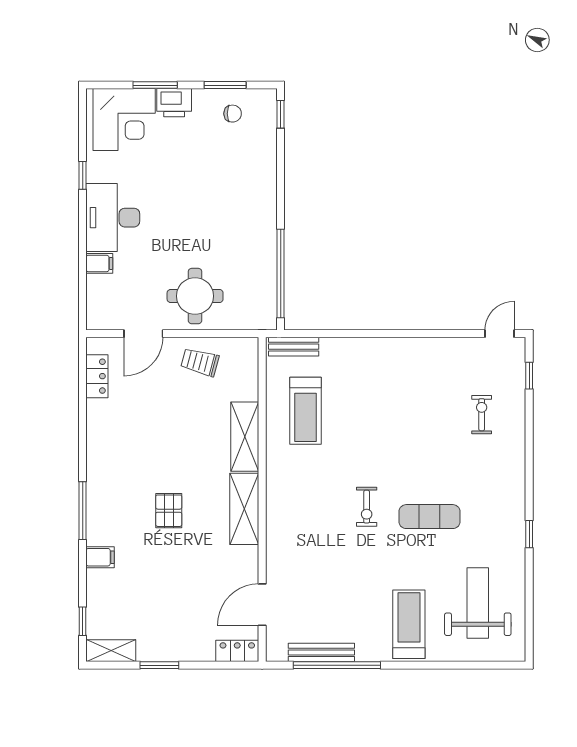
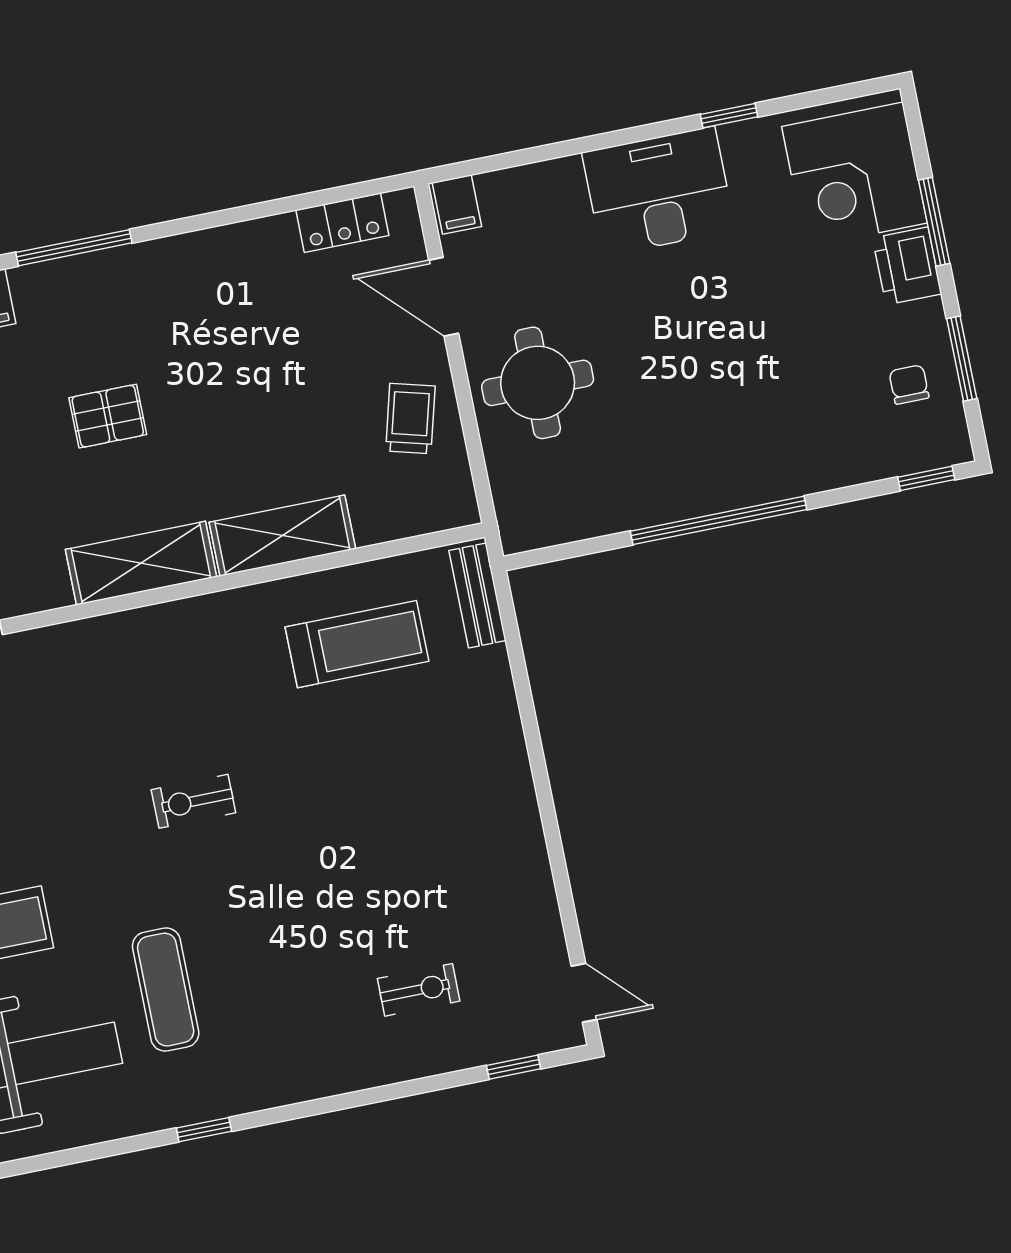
chair: (233, 114) -> (909, 384), turned 180
filing cabinet: (99, 263) -> (457, 205), moved
window: (281, 273) -> (719, 520), moved
treadmill: (306, 411) -> (357, 644), turned 180
exercise mat: (430, 517) -> (166, 990), moved

